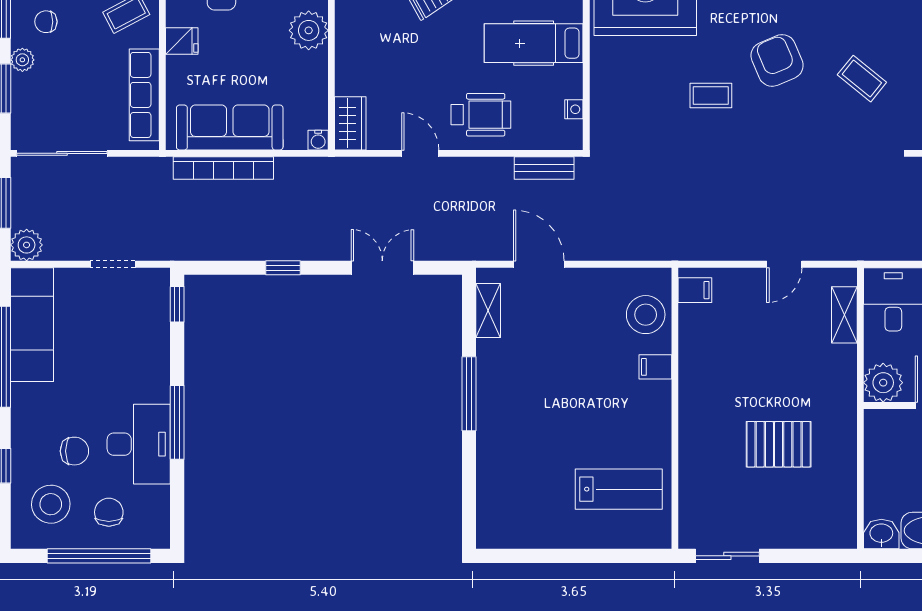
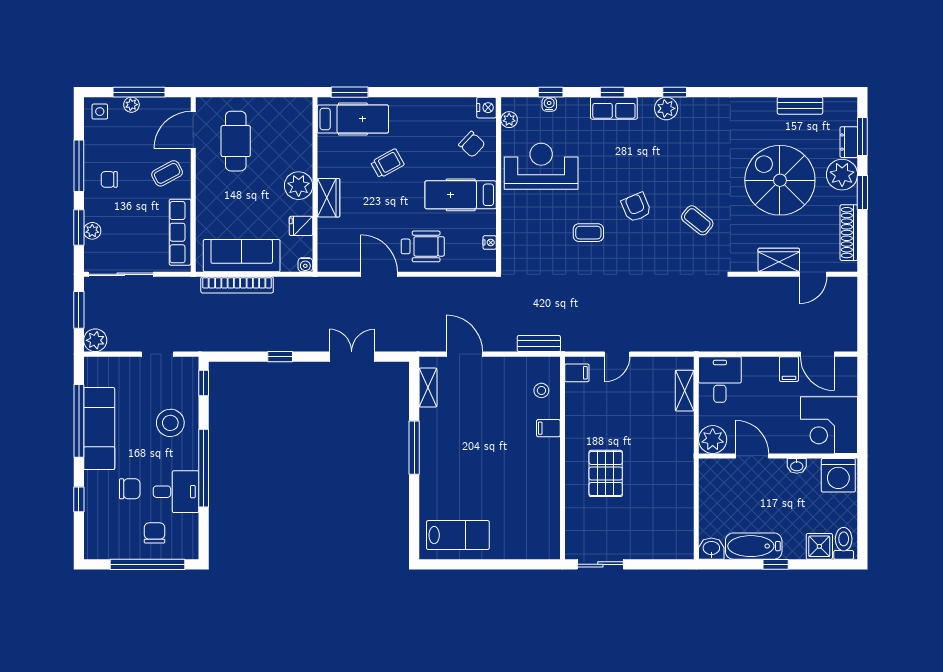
fridge: (182, 41) -> (301, 226), moved, turned 180
plant: (22, 60) -> (92, 231), moved
armchair: (777, 60) -> (636, 207), width x0.72, depth x0.72
wardrobe: (350, 123) -> (329, 198), moved
door: (420, 153) -> (379, 274), width x1.38
bench: (544, 168) -> (539, 344), moved
door: (784, 264) -> (617, 354), moved
stool: (646, 315) -> (541, 390), width x0.53, depth x0.53
exam couch: (32, 325) -> (99, 429), moved
window: (177, 422) -> (204, 468), width x1.46
desk: (139, 444) -> (176, 492), width x0.73
pallet: (779, 444) -> (606, 473), moved, turned 90
lab bench: (619, 489) -> (458, 535), moved
stool: (51, 504) -> (170, 423), moved

